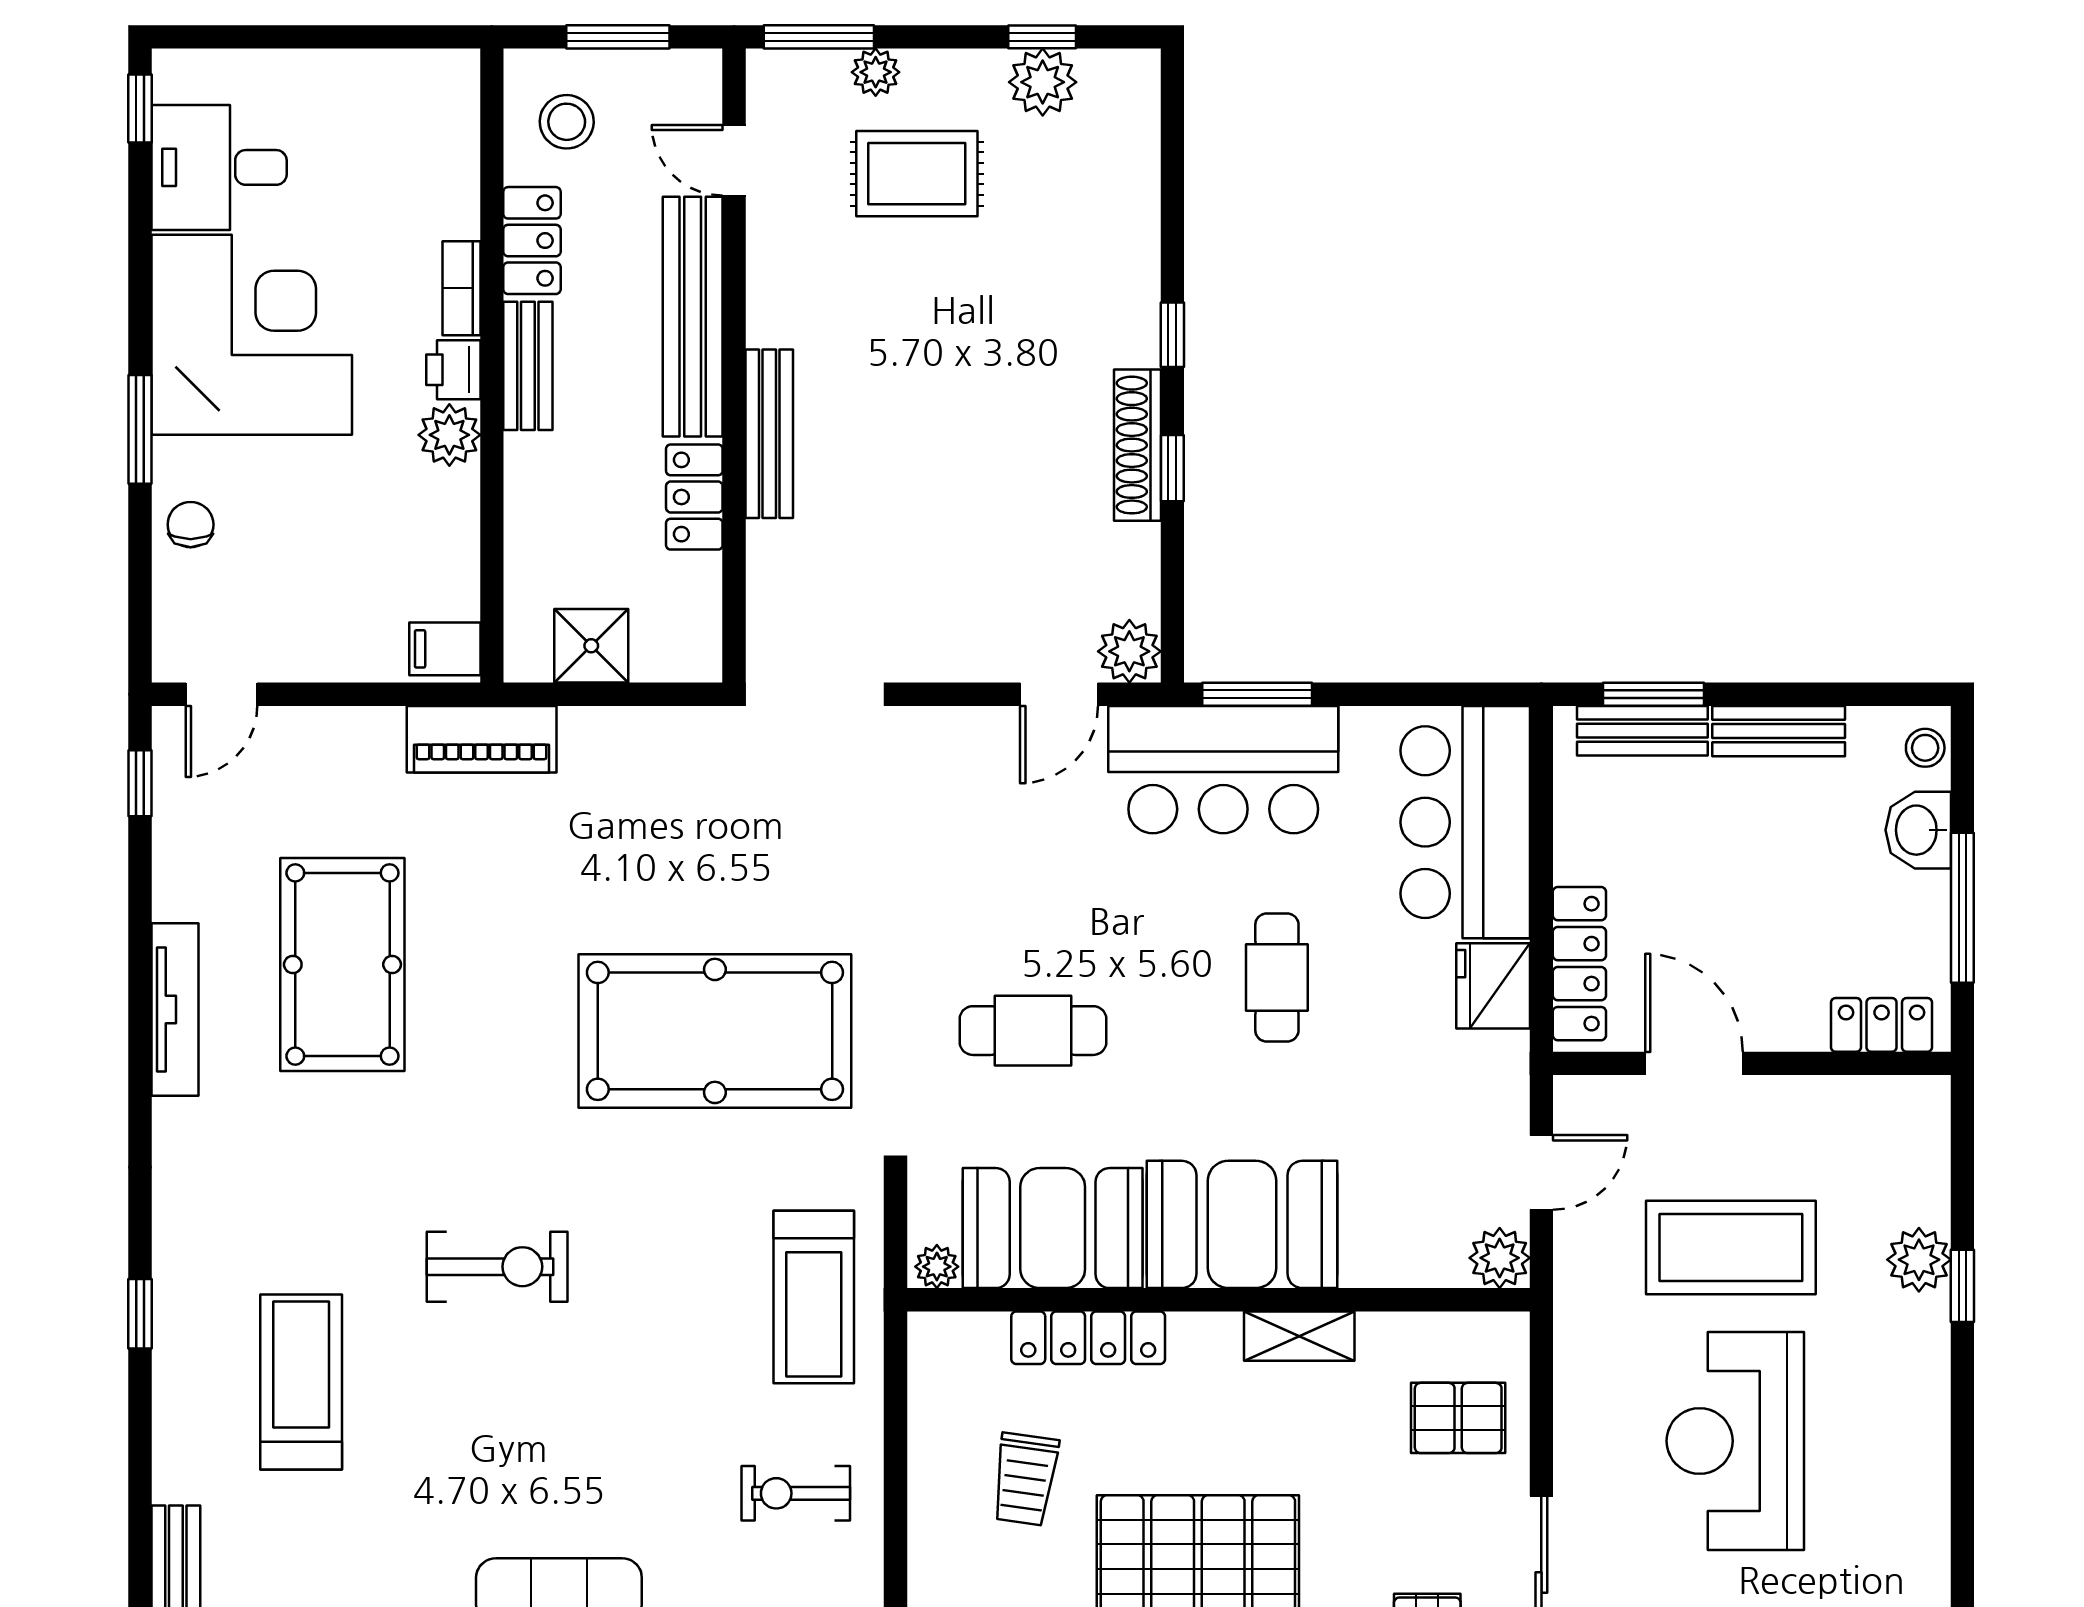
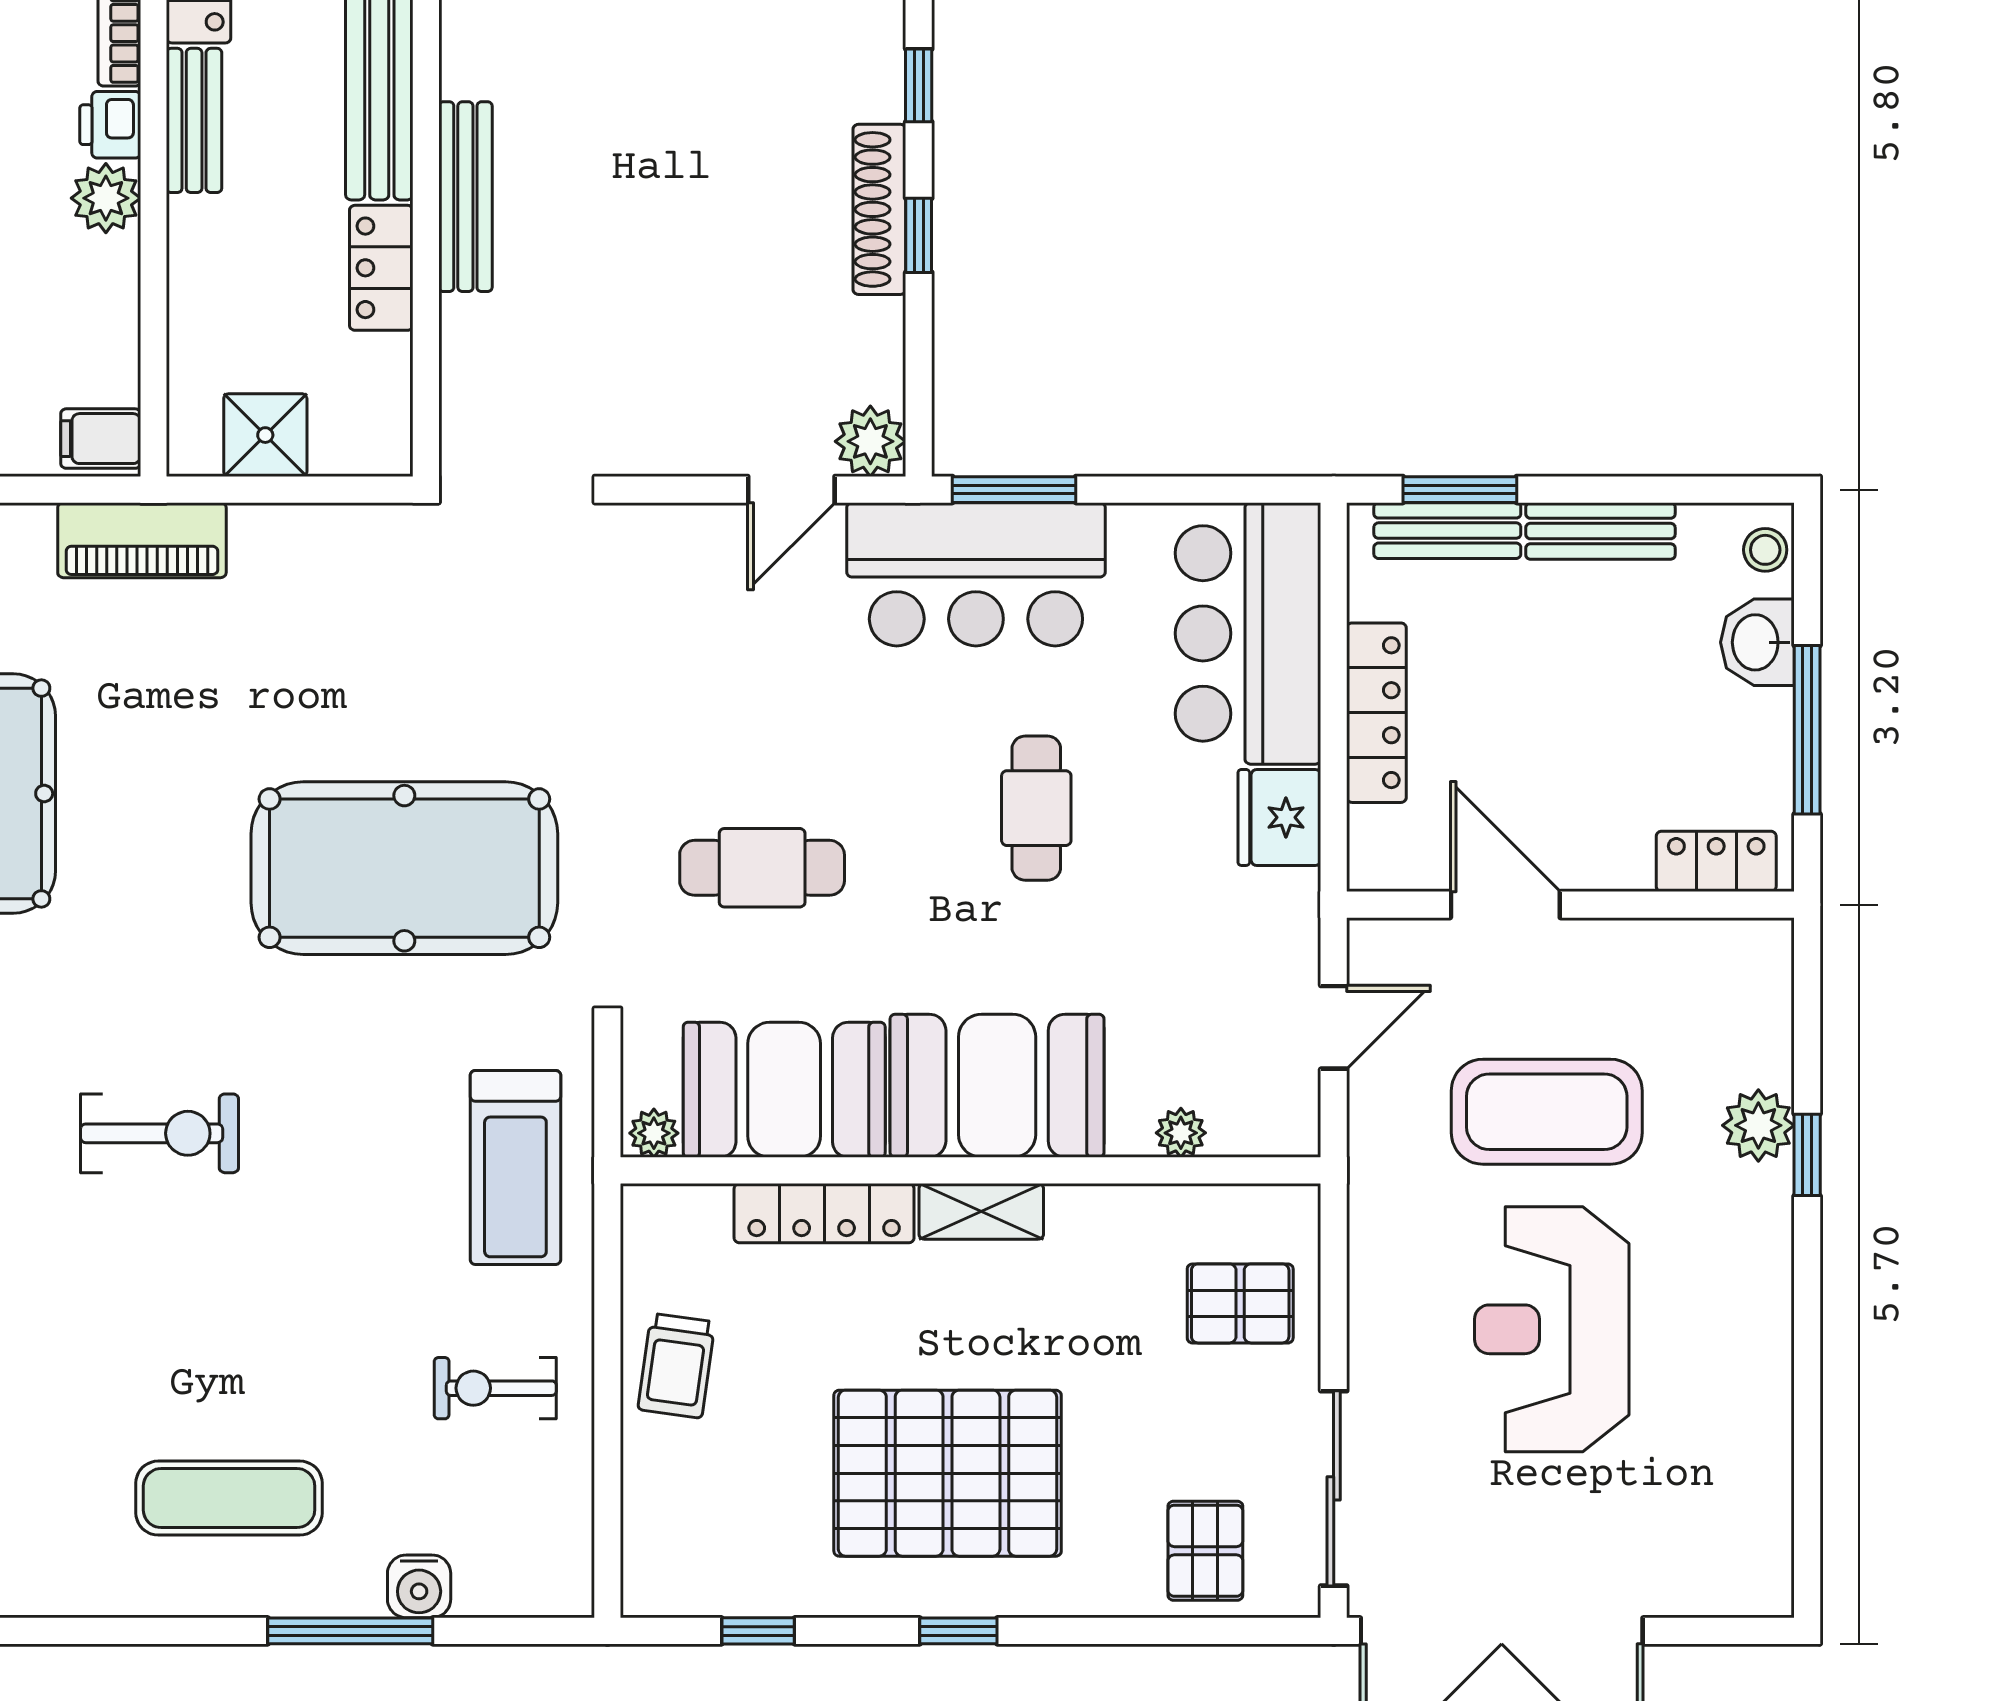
locker: (1579, 964) -> (1376, 713), moved
plant: (1500, 1258) -> (1181, 1133), moved, width x0.73, depth x0.73
shelving: (1299, 1336) -> (981, 1211), moved
trolley: (1025, 1479) -> (676, 1366), moved

